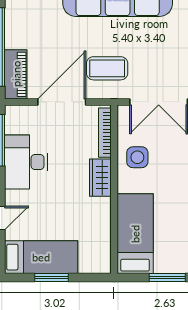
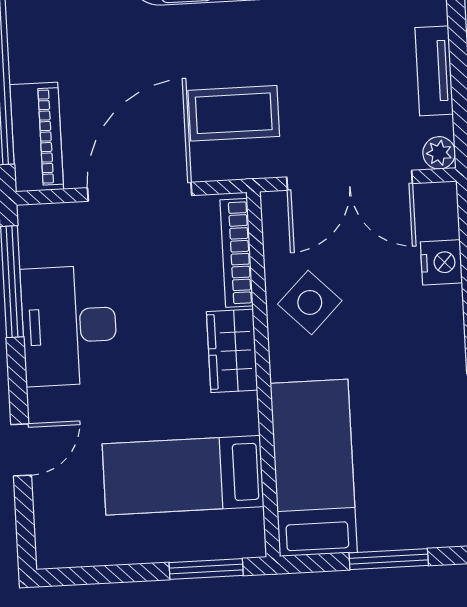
side table: (137, 157) -> (310, 302), turned 45
bed: (41, 257) -> (183, 475), moved, turned 180
window: (51, 277) -> (206, 569), moved

